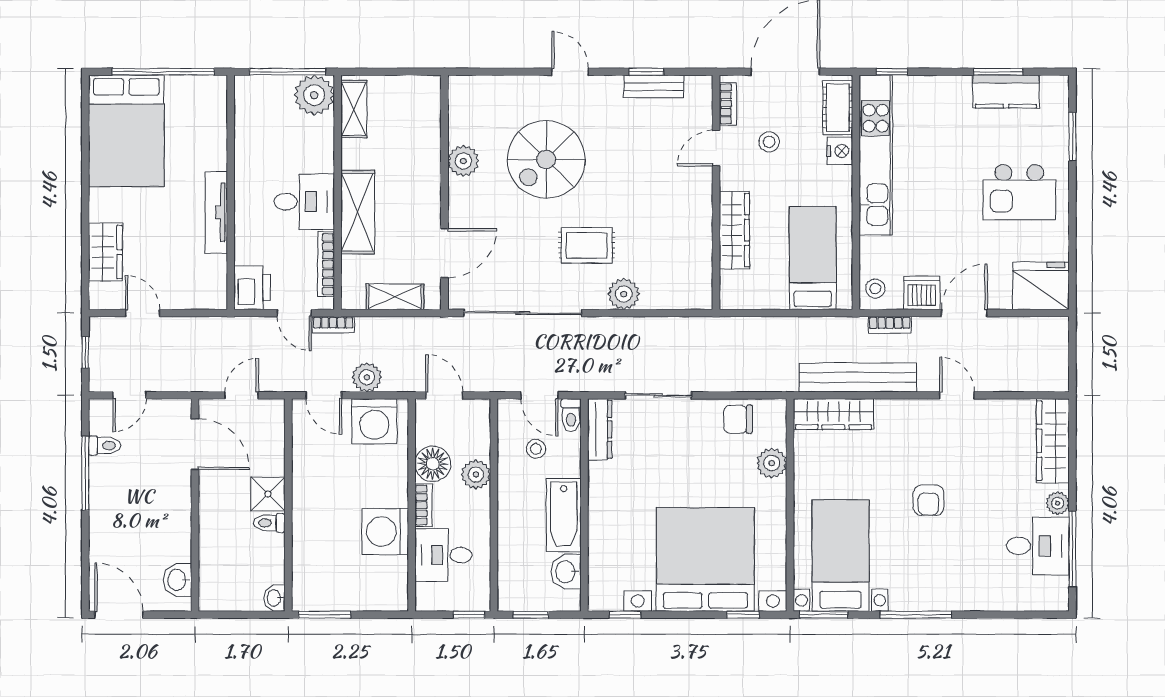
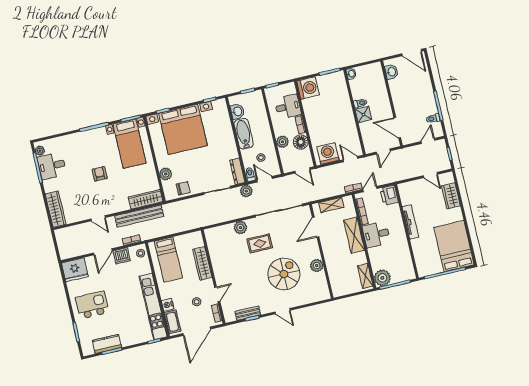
door: (294, 313) -> (370, 189), hinge flipped
plant: (367, 377) -> (246, 191), moved
plant: (1058, 503) -> (40, 151), moved
washing machine: (385, 532) -> (308, 88), moved

